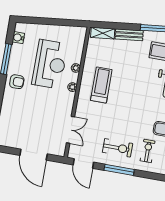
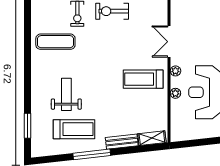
treadmill: (101, 85) -> (143, 79), turned 90
double door: (70, 130) -> (169, 42), moved

